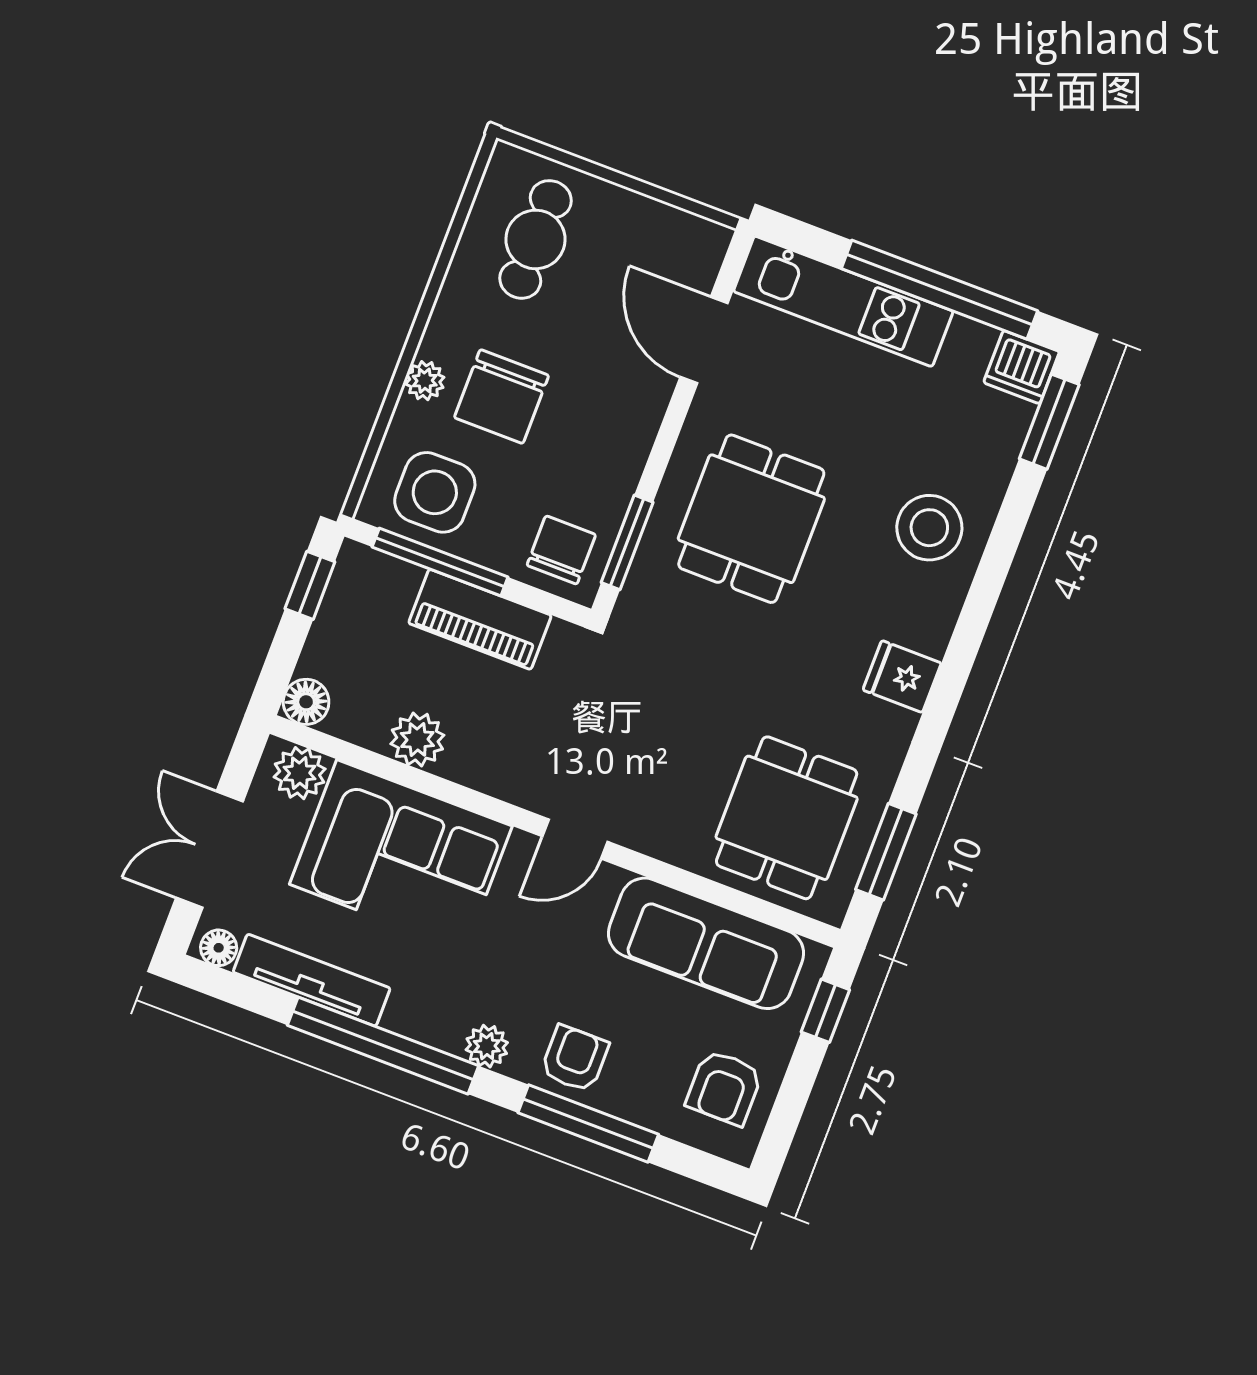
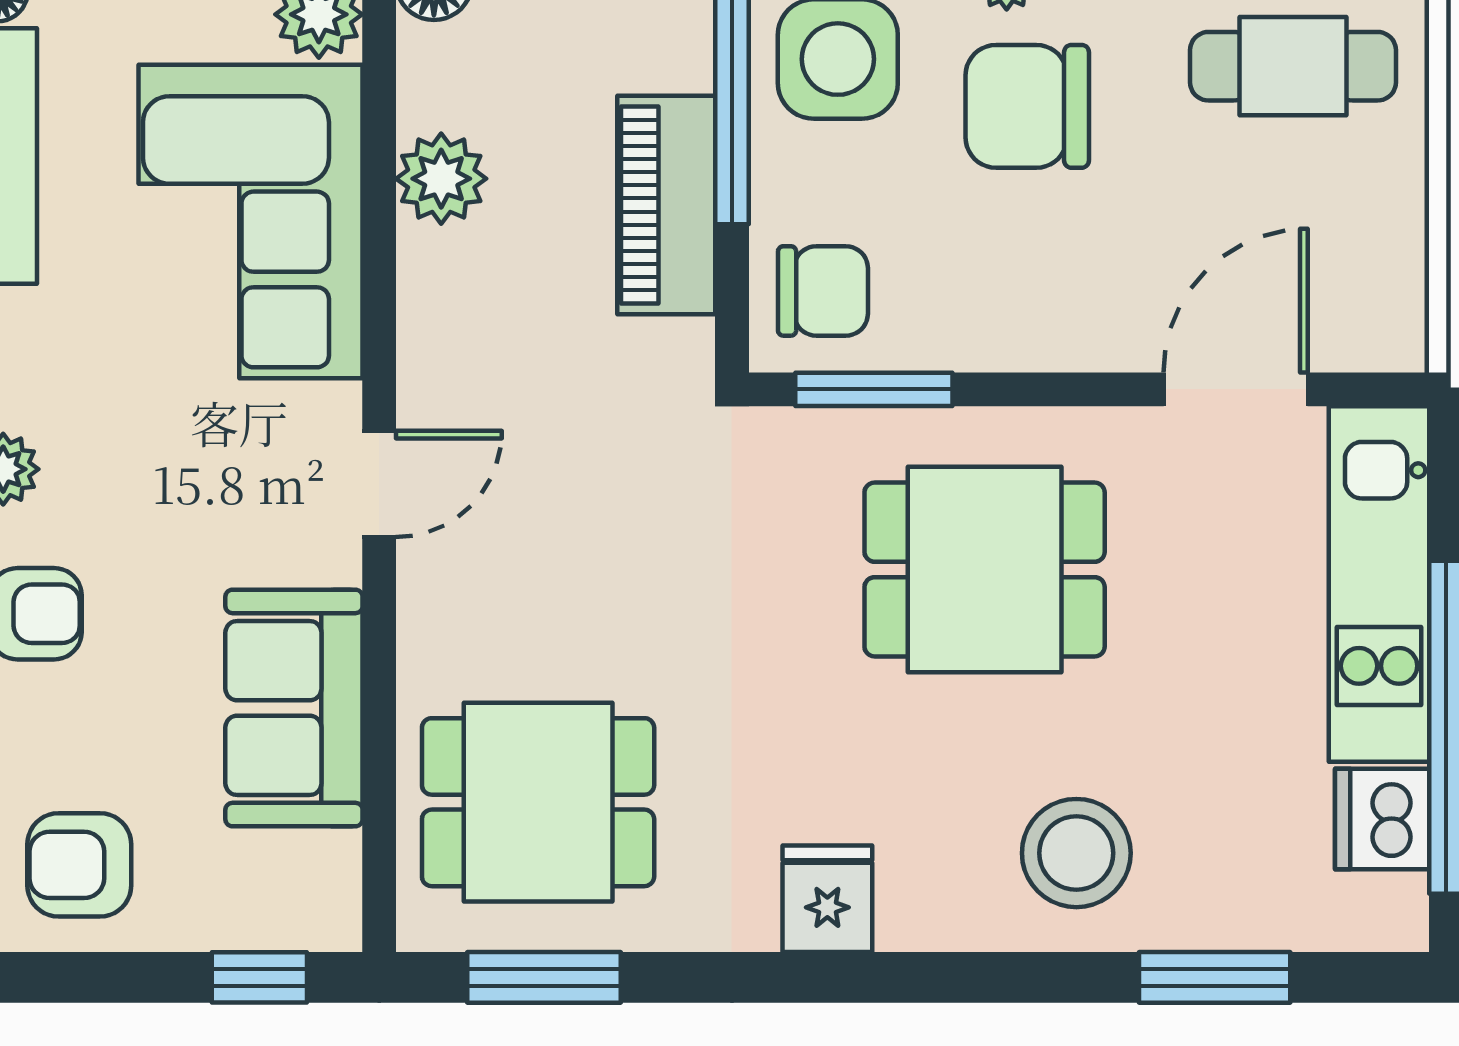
dishwasher: (1022, 367) -> (1382, 819), moved
window: (1049, 422) -> (1215, 977), moved
door: (575, 839) -> (379, 484), swing flipped
sofa: (706, 943) -> (294, 708), width x0.73

